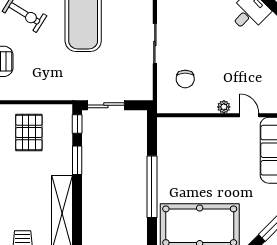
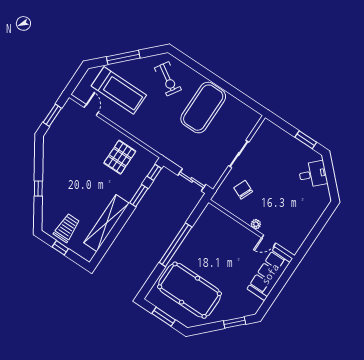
chair: (185, 79) -> (243, 190), turned 113
sliding door: (106, 105) -> (192, 180), moved
door: (249, 115) -> (269, 240), swing flipped

